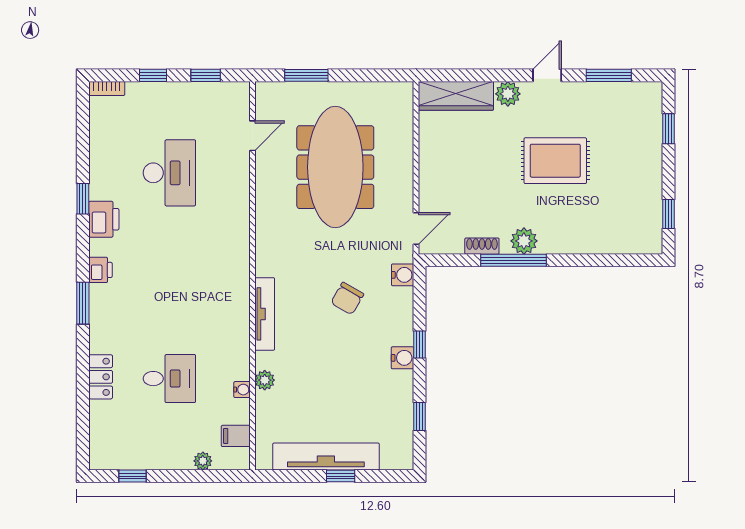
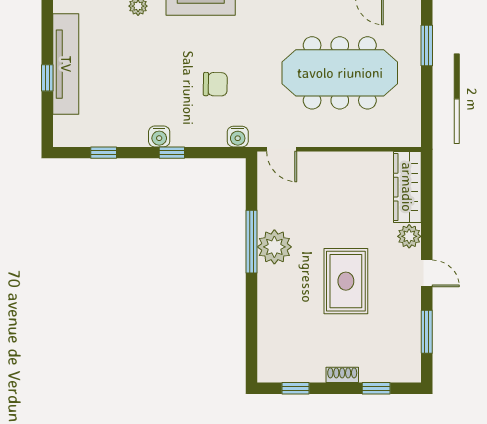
plant: (524, 241) -> (274, 247), width x1.36, depth x1.36
shoe rack: (482, 246) -> (342, 375), moved, turned -90
chair: (347, 299) -> (215, 84), turned 151

